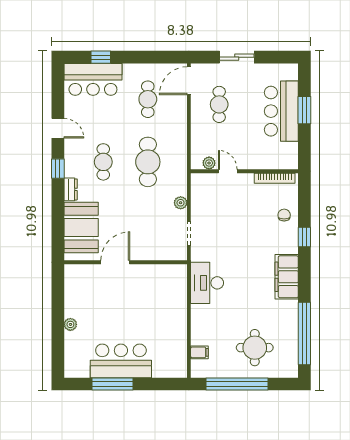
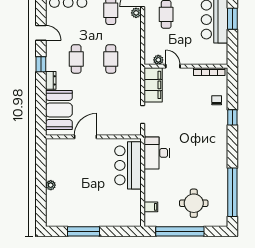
cafe table: (148, 162) -> (111, 59), width x0.73, depth x0.74
plant: (181, 203) -> (136, 13), moved
filing cabinet: (287, 277) -> (153, 85), moved, turned 180
bar counter: (121, 361) -> (128, 165), moved, turned -90

